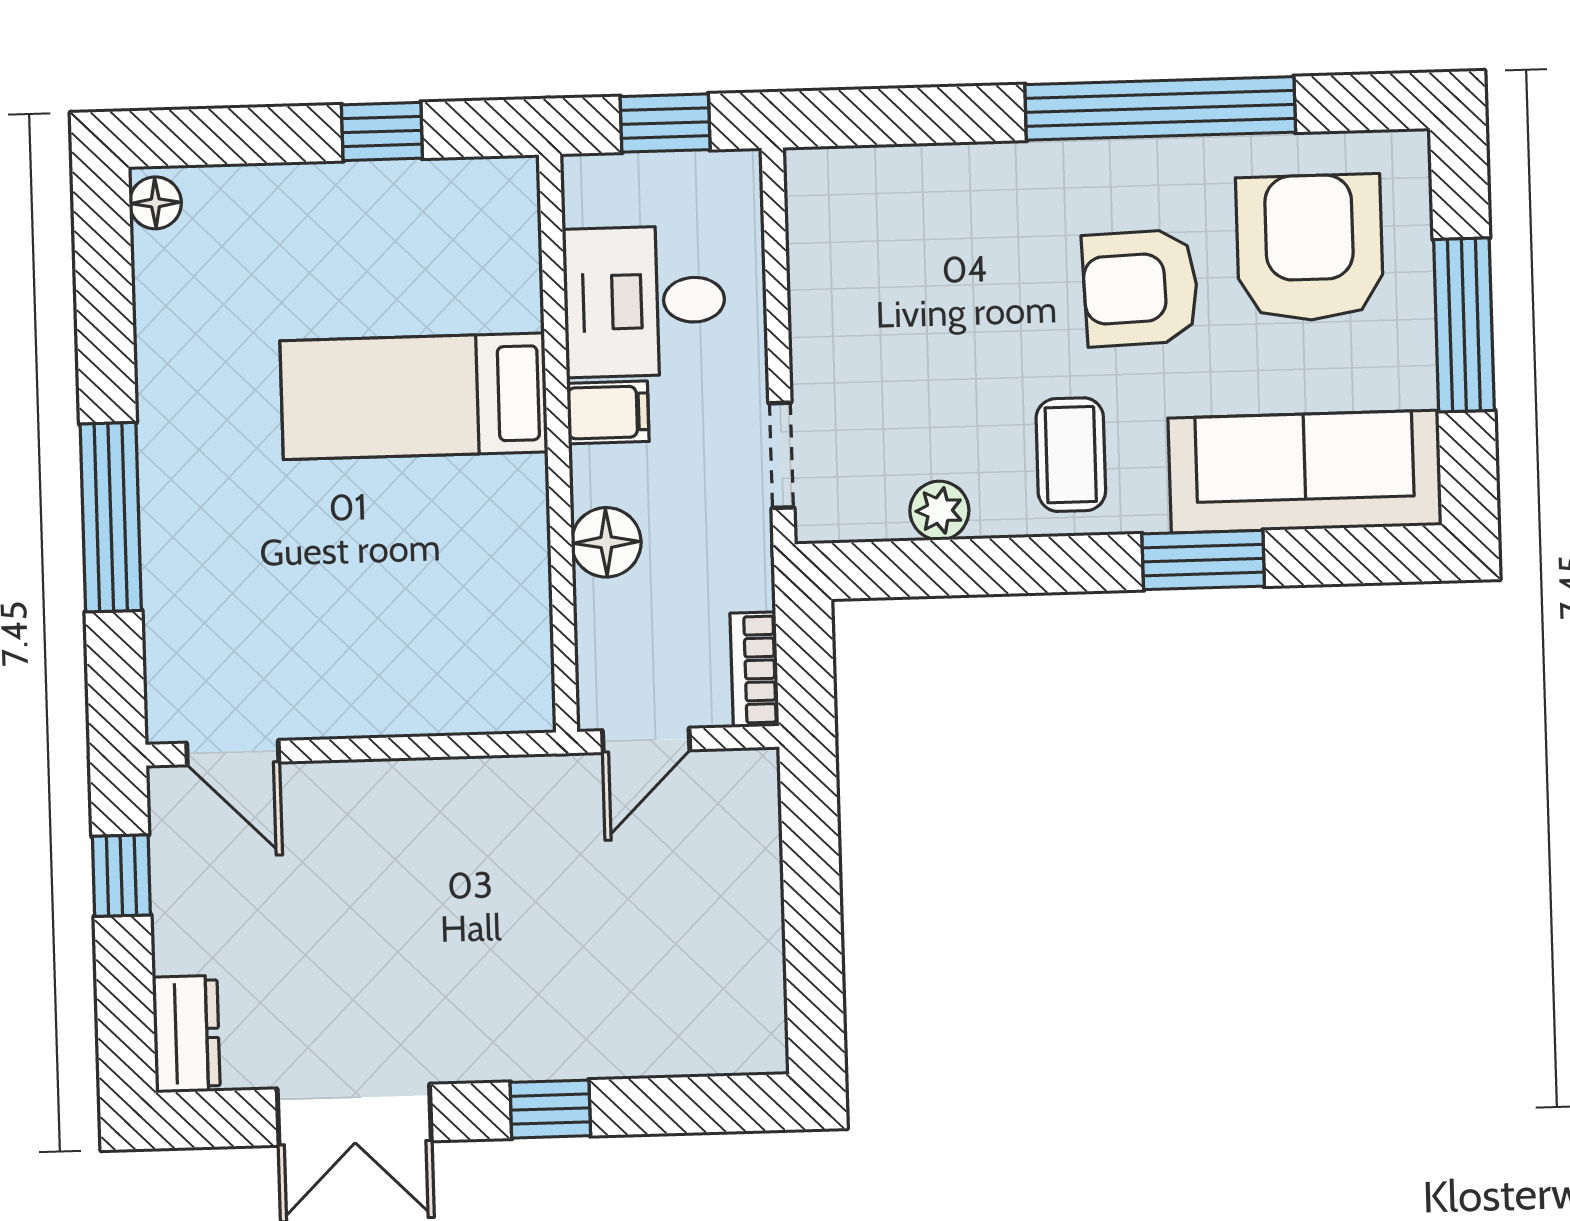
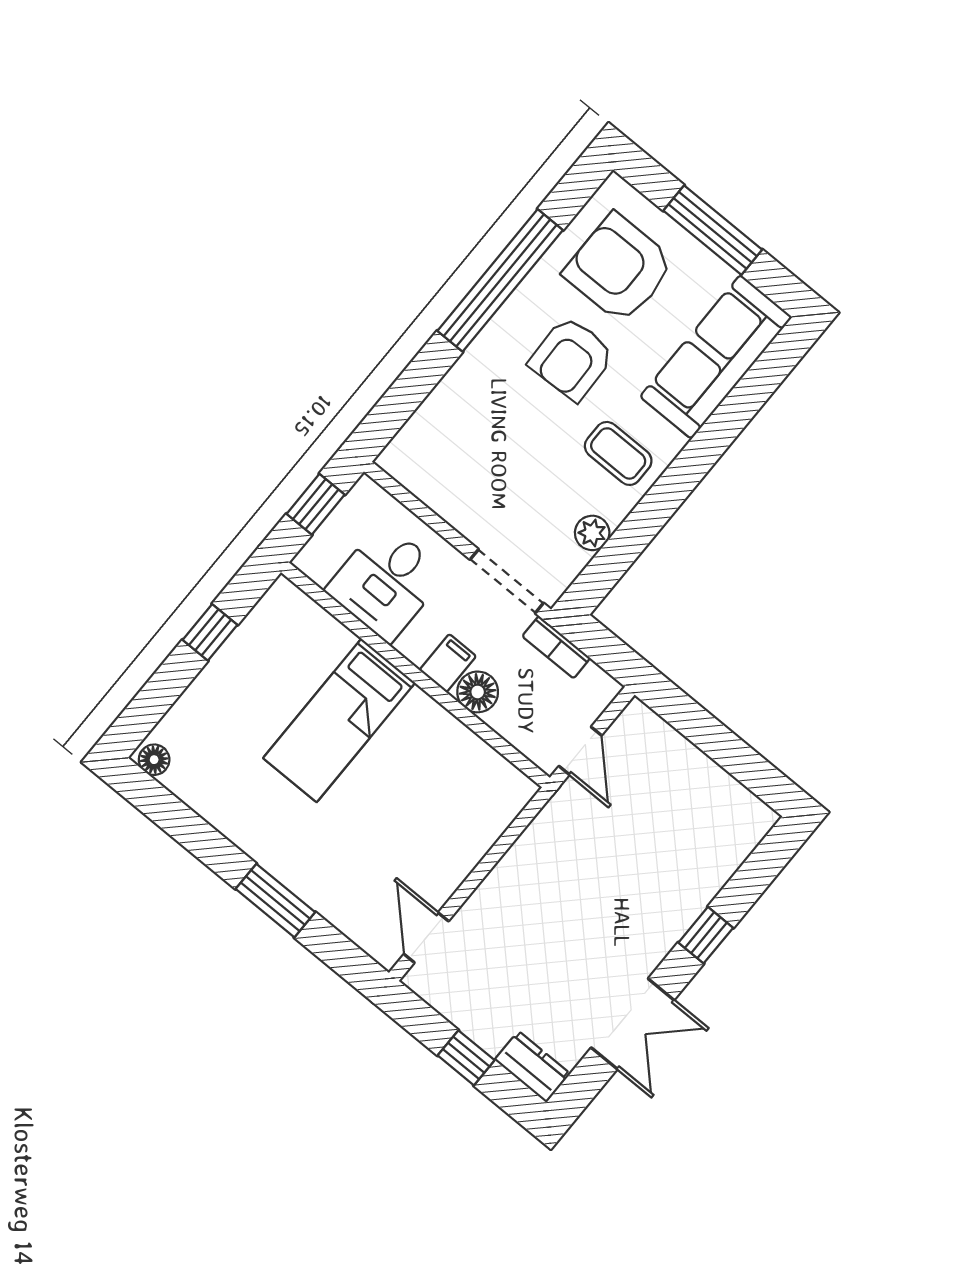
filing cabinet: (608, 412) -> (448, 663), moved
doorway: (781, 455) -> (507, 581), width x1.38
window: (111, 517) -> (275, 901), width x0.69
window: (1203, 560) -> (716, 436), removed
bookcase: (754, 670) -> (556, 647), moved
door: (233, 753) -> (426, 938), swing flipped
window: (121, 876) -> (466, 1058), moved

